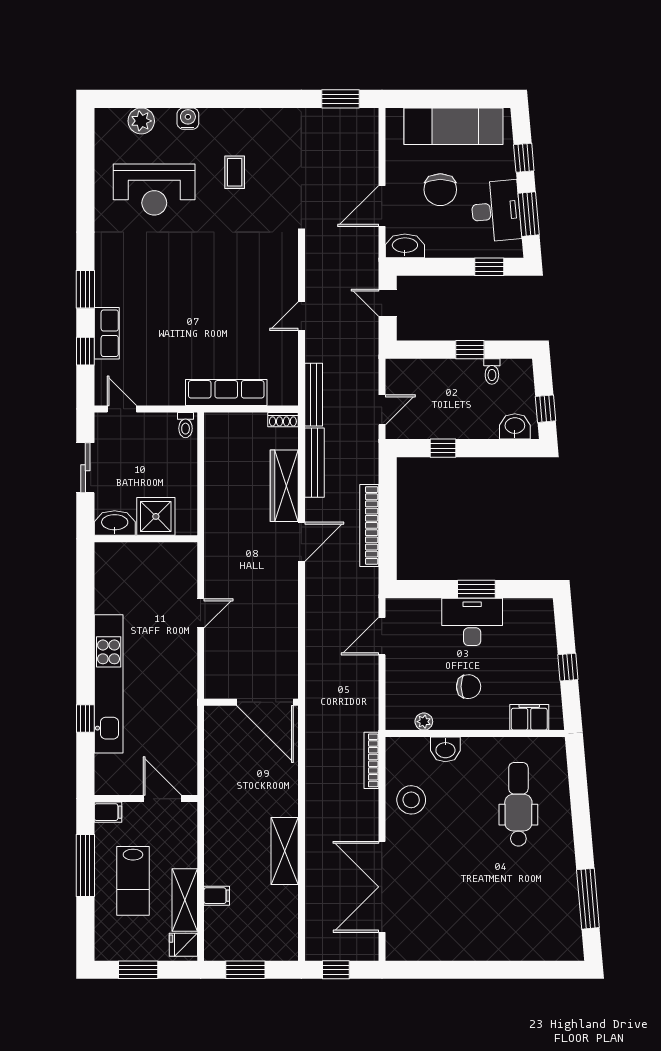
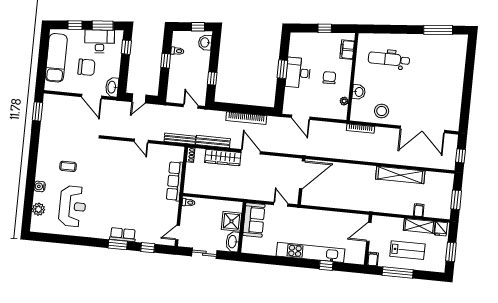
row of seats: (107, 333) -> (123, 235), moved
sofa: (163, 562) -> (254, 220), added
wall: (251, 702) -> (301, 182), moved
door: (265, 702) -> (302, 175), moved
shelving: (285, 851) -> (400, 175), width x1.47

